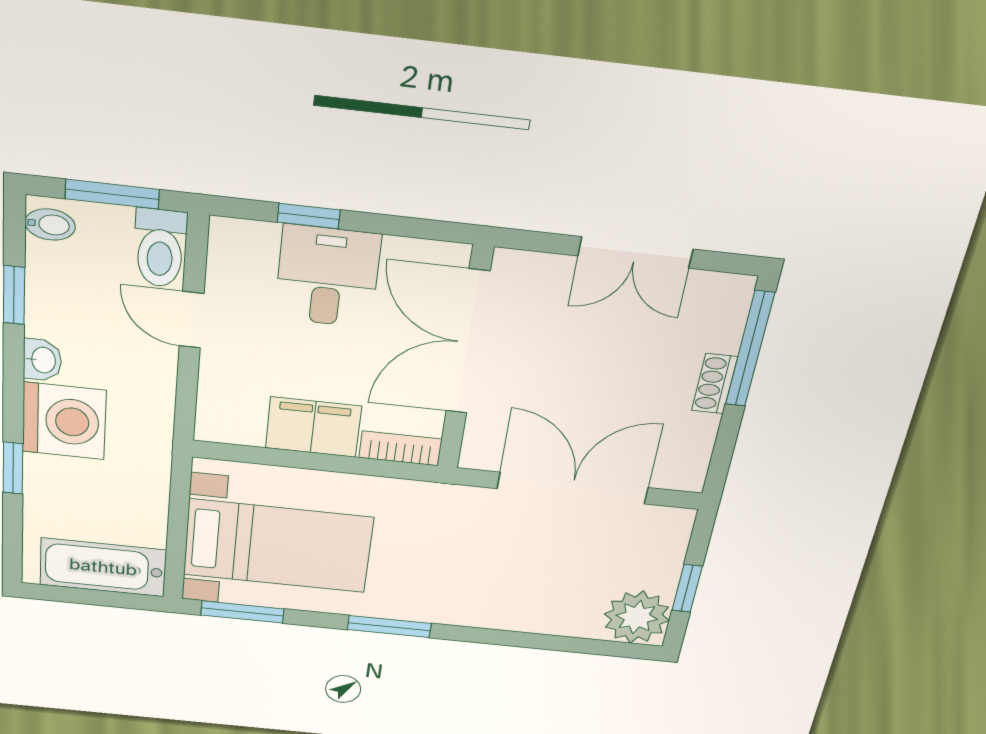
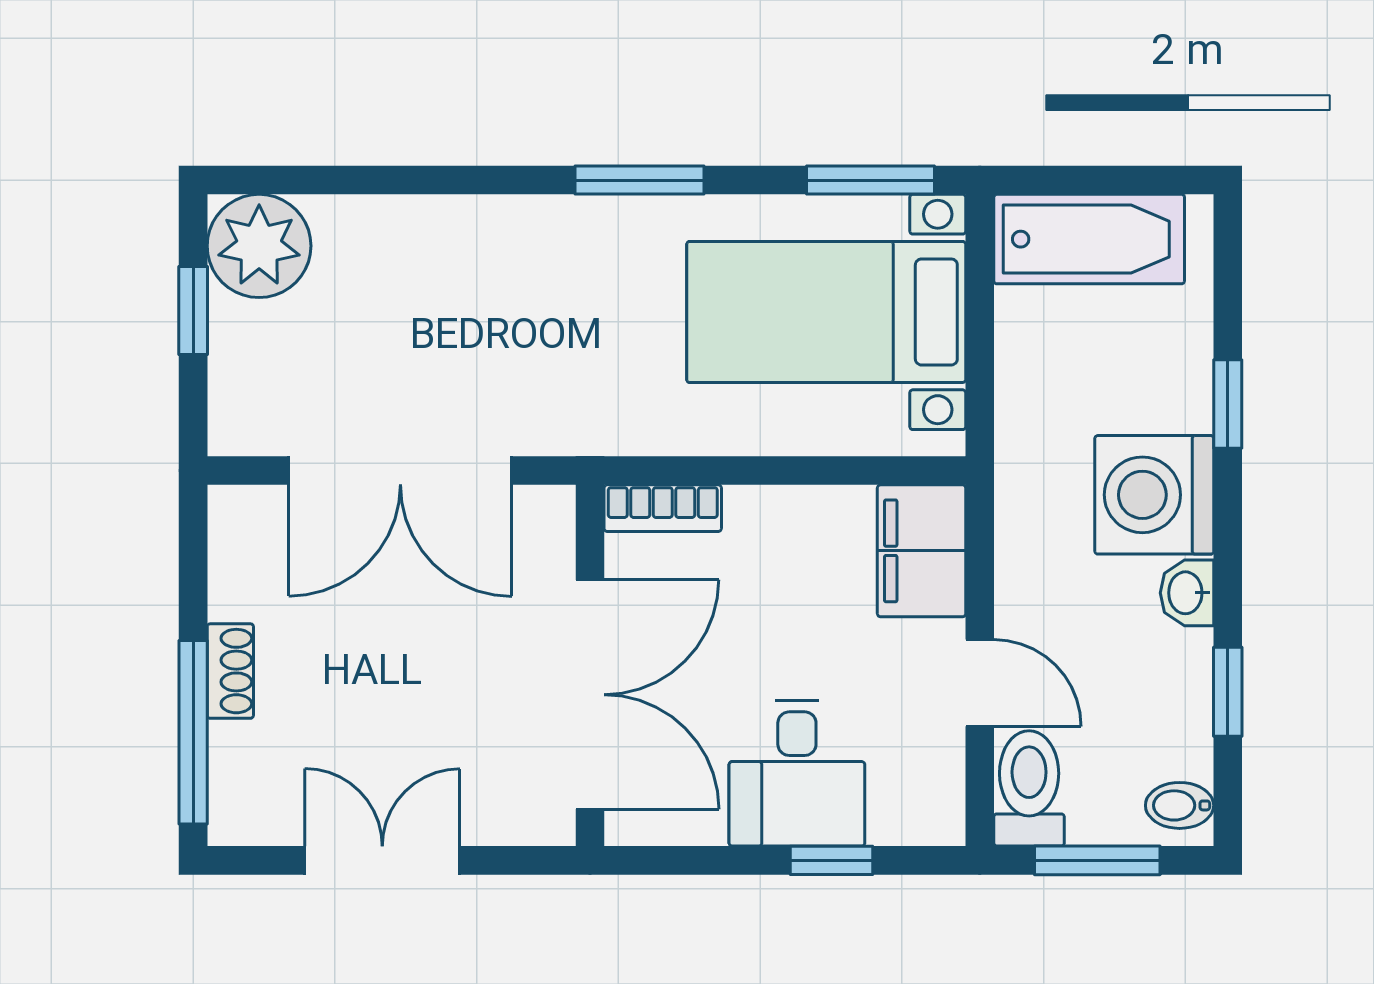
filing cabinet: (313, 427) -> (922, 551), moved, turned 90

